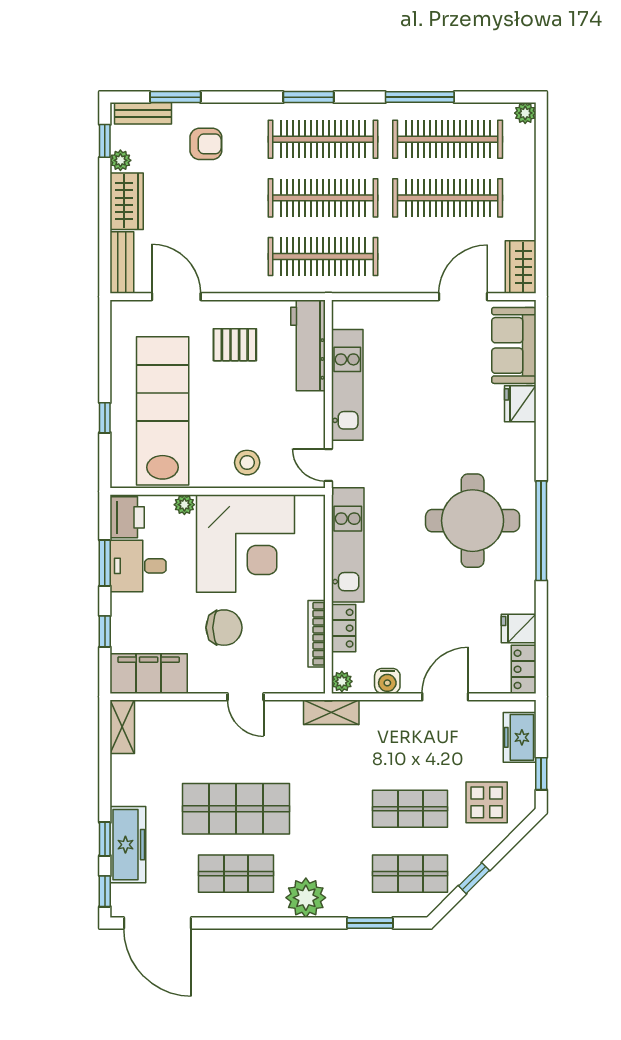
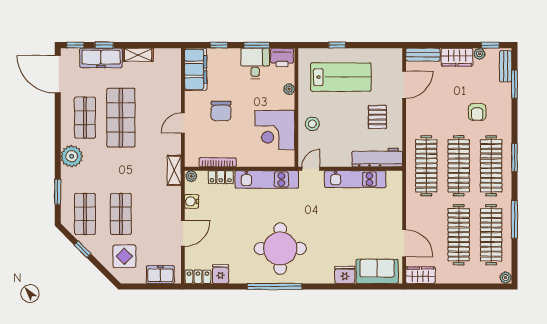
armchair: (206, 144) -> (477, 112), moved
lab bench: (163, 411) -> (341, 77), width x0.73
corner desk: (245, 543) -> (275, 130), width x0.74, depth x0.74
door: (445, 697) -> (183, 233), hinge flipped
shelving: (122, 727) -> (138, 55), moved
window: (541, 774) -> (140, 286), removed
door: (157, 923) -> (58, 74), hinge flipped

